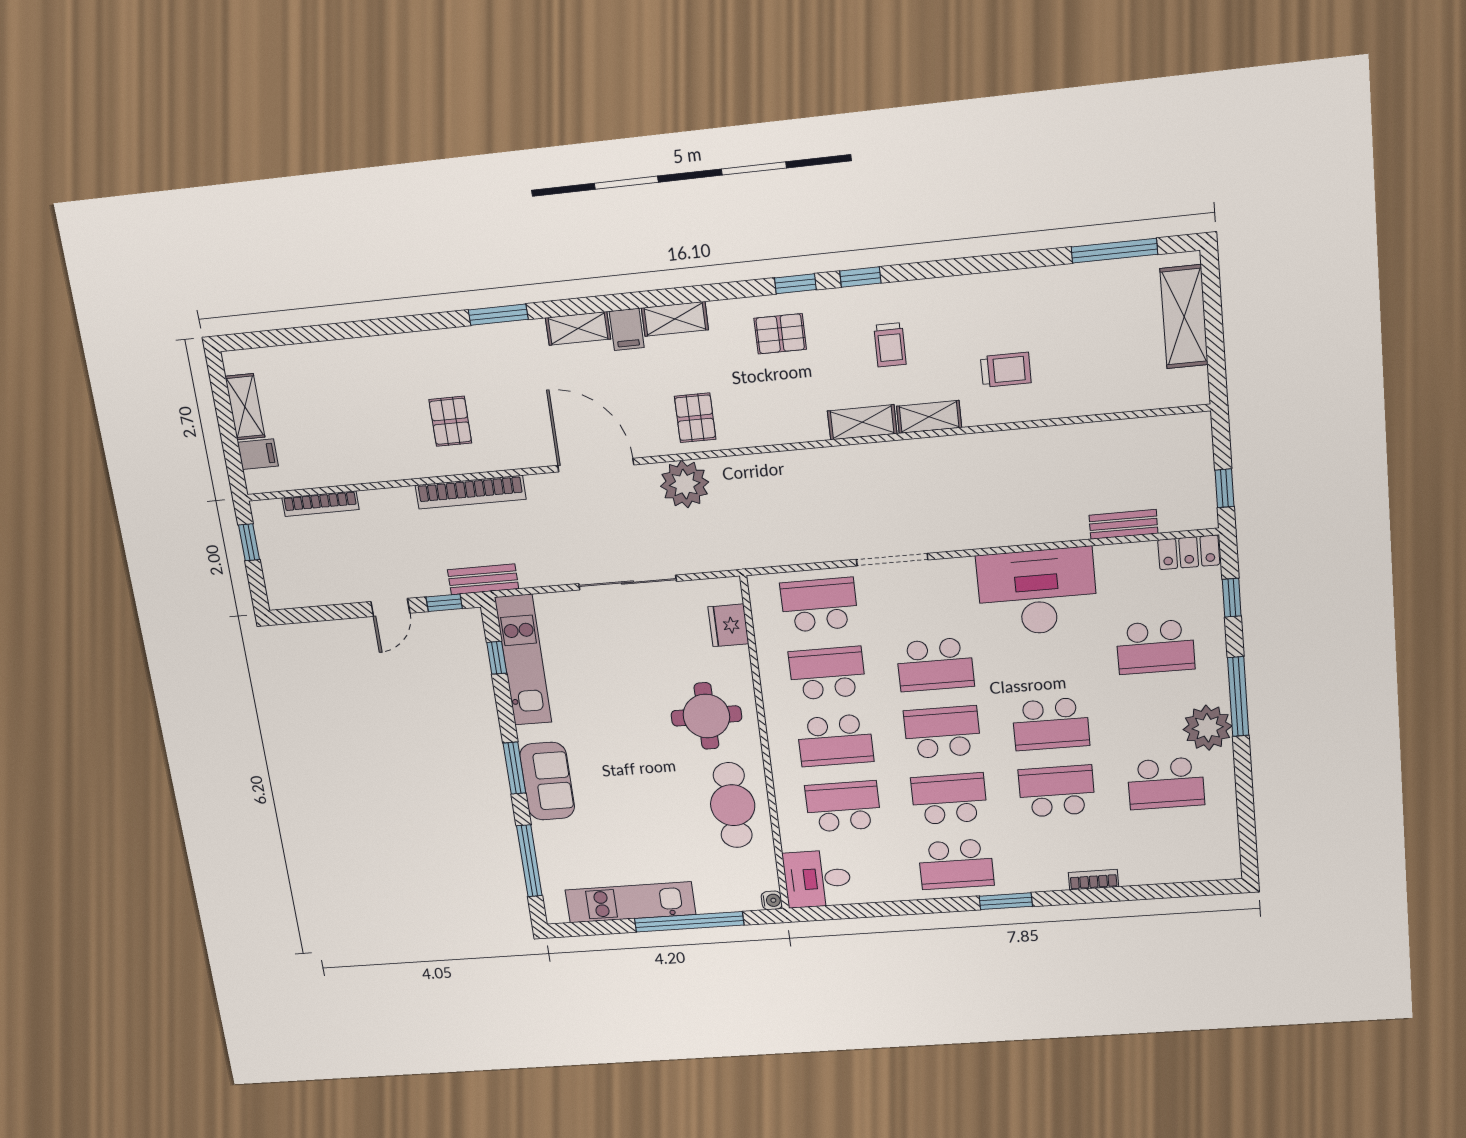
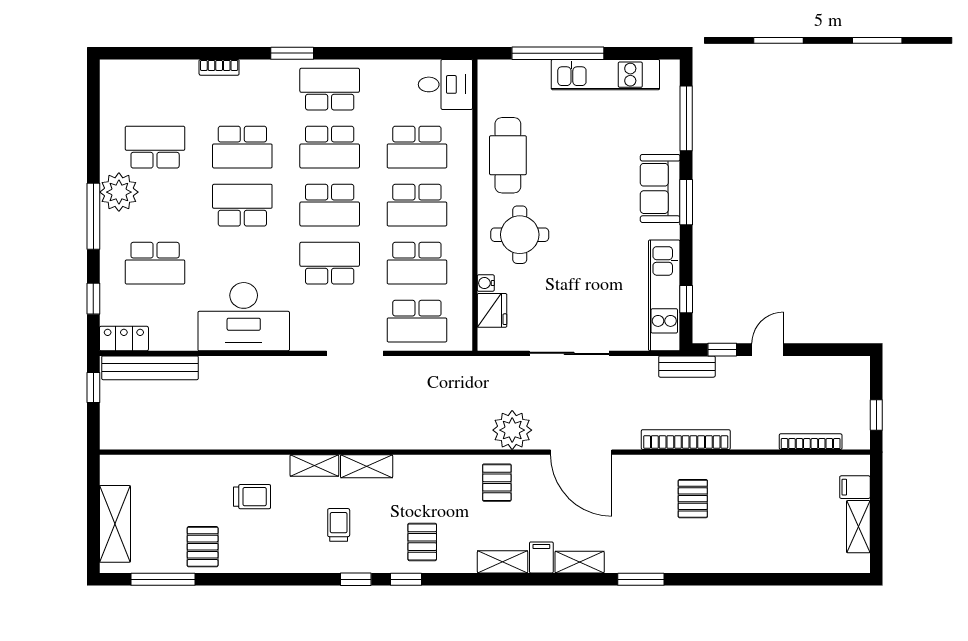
pallet: (1065, 299) -> (203, 547), added
pallet: (780, 334) -> (422, 542), turned 90
trolley: (1006, 370) -> (252, 497), turned 180
bench: (1123, 524) -> (150, 368), width x1.86, depth x1.21
school desk: (1155, 647) -> (155, 263), turned 180
school desk: (835, 740) -> (417, 205), turned 180
water cooler: (772, 900) -> (486, 283), moved

